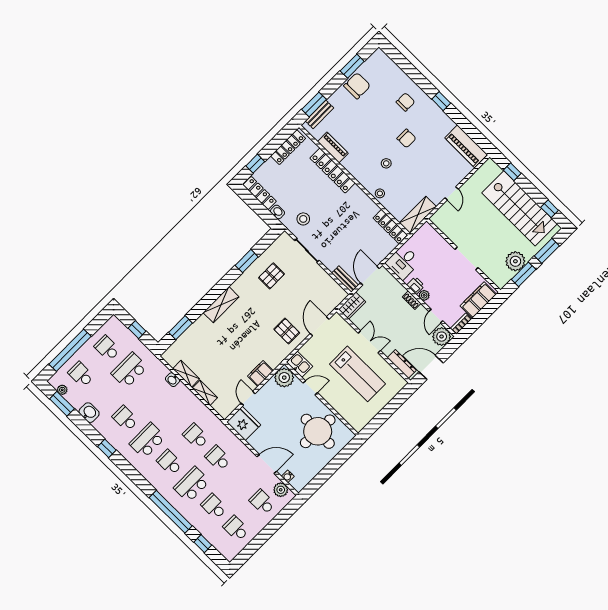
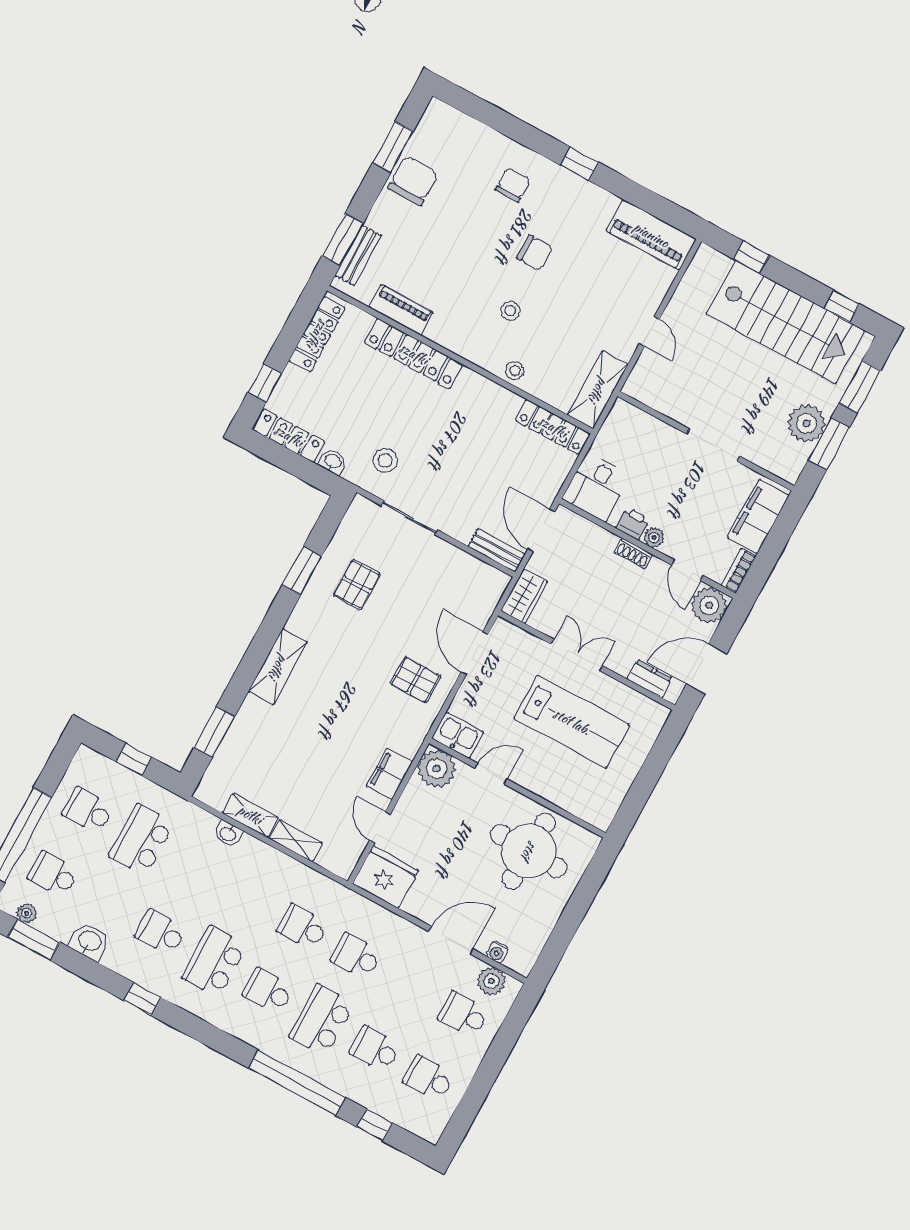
dresser: (402, 364) -> (649, 679), width x0.70

